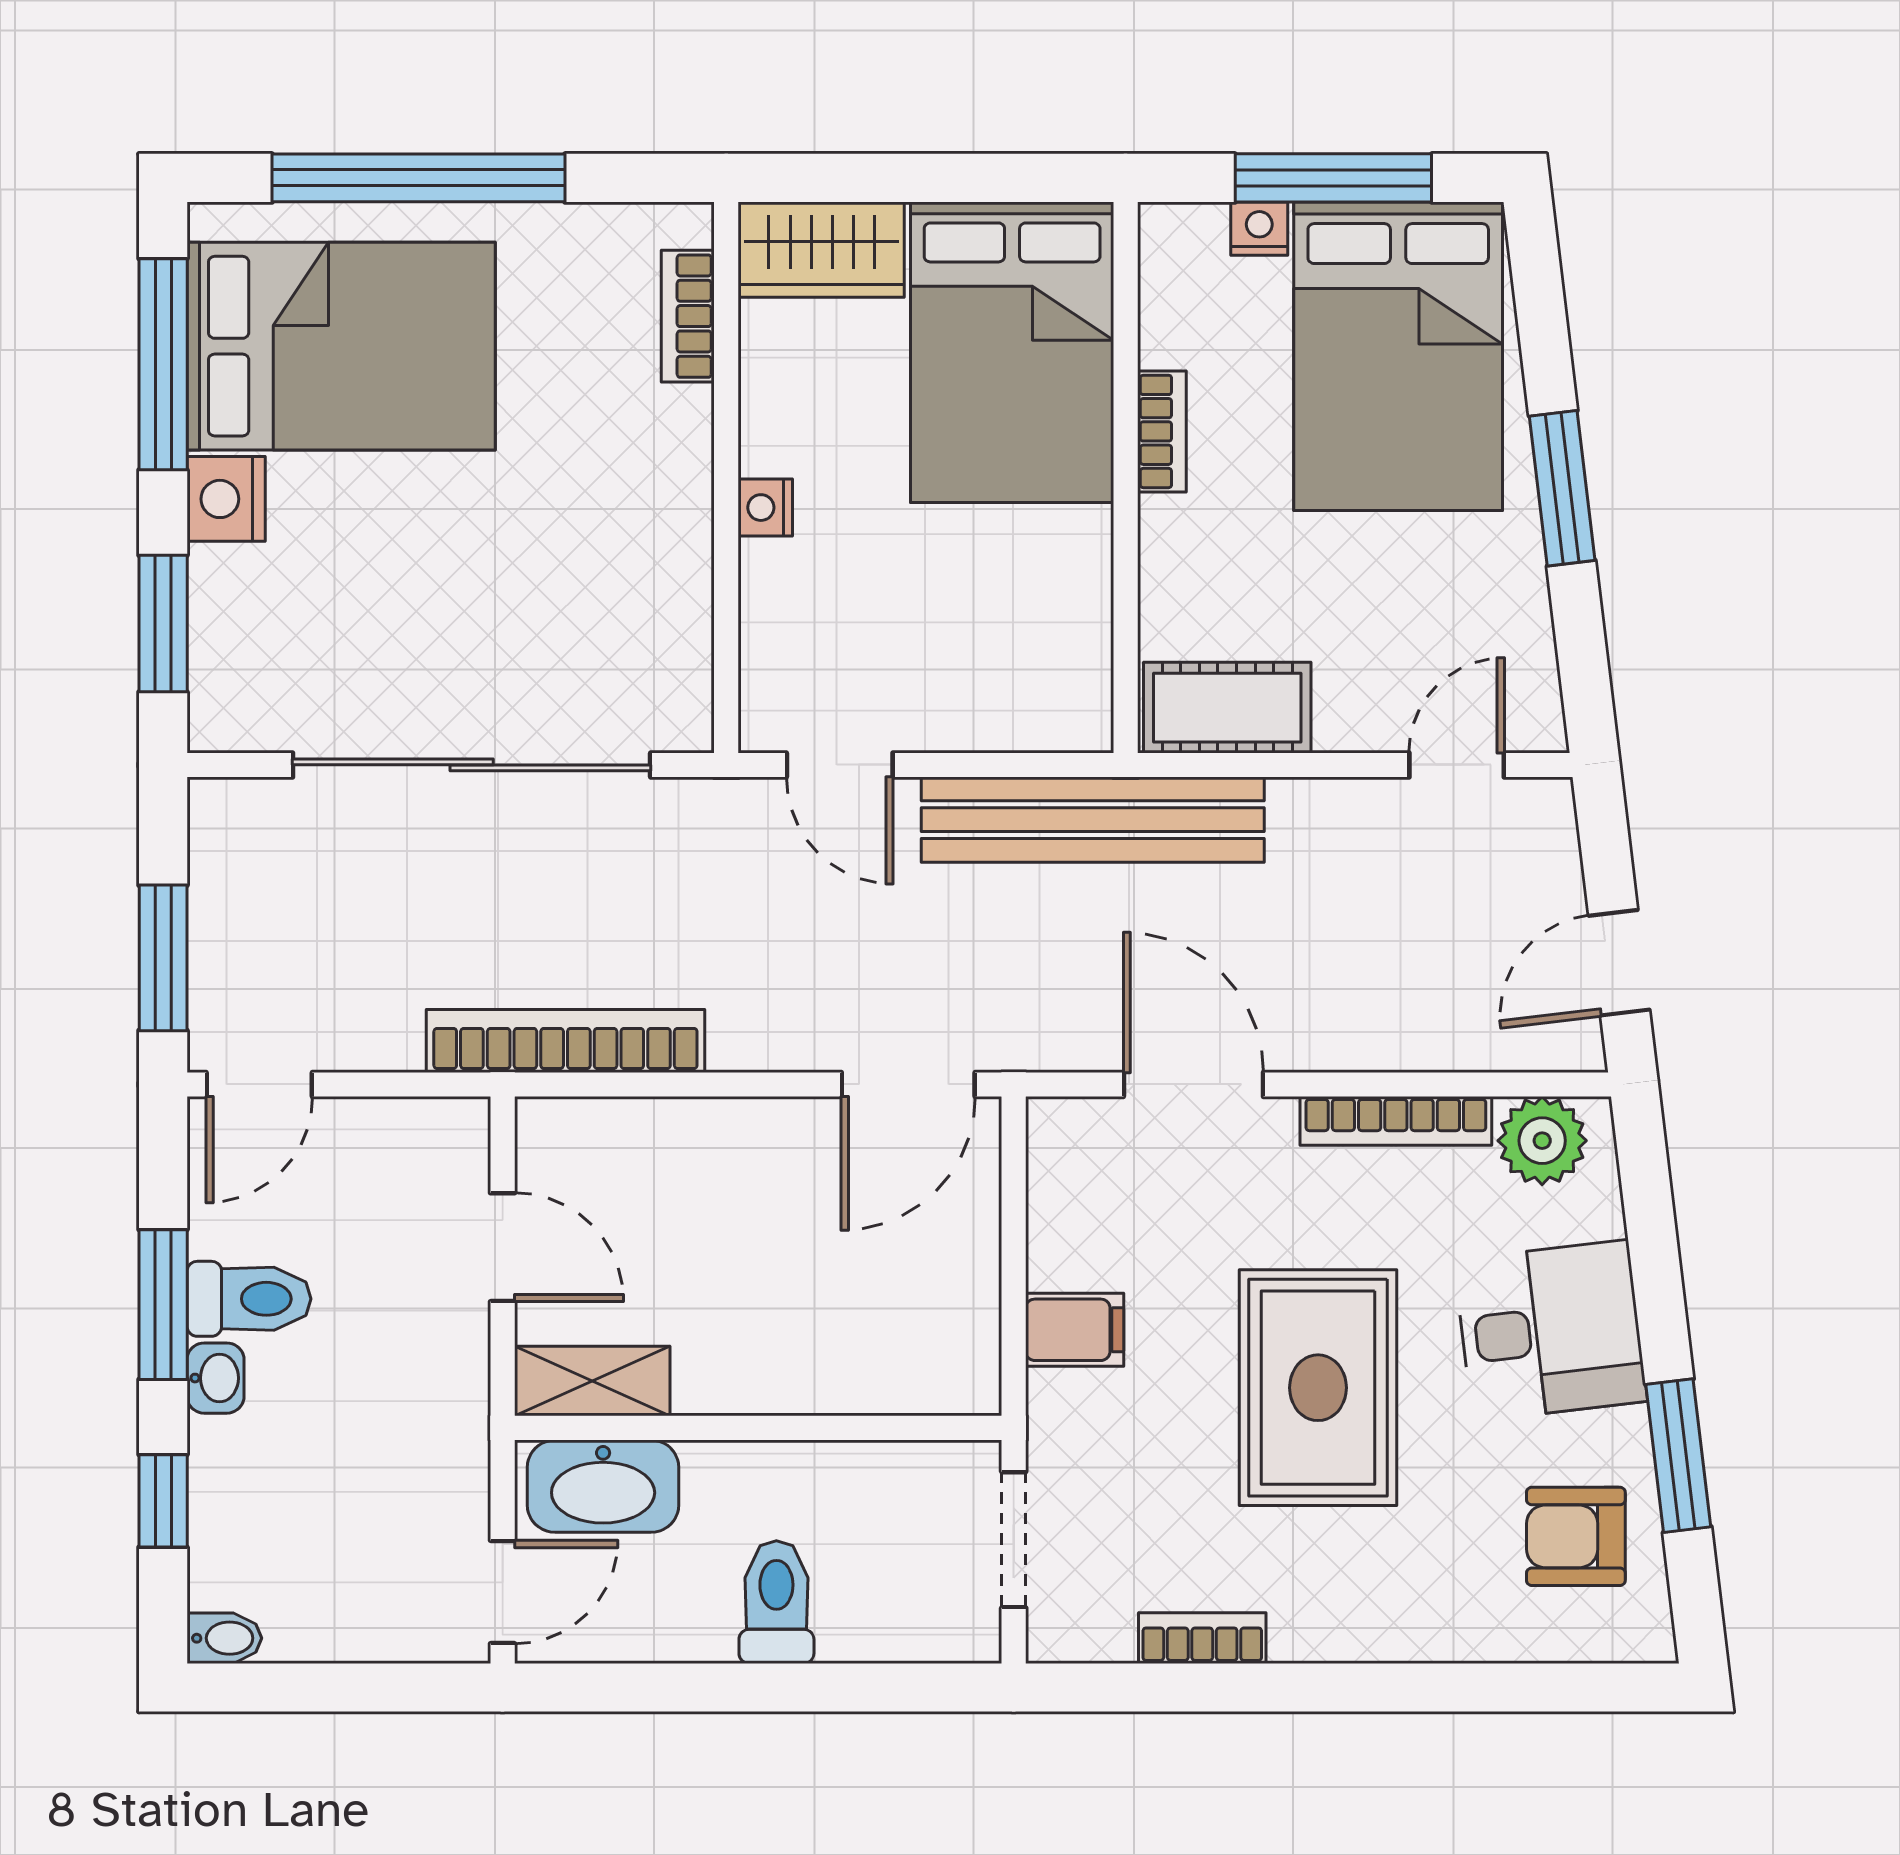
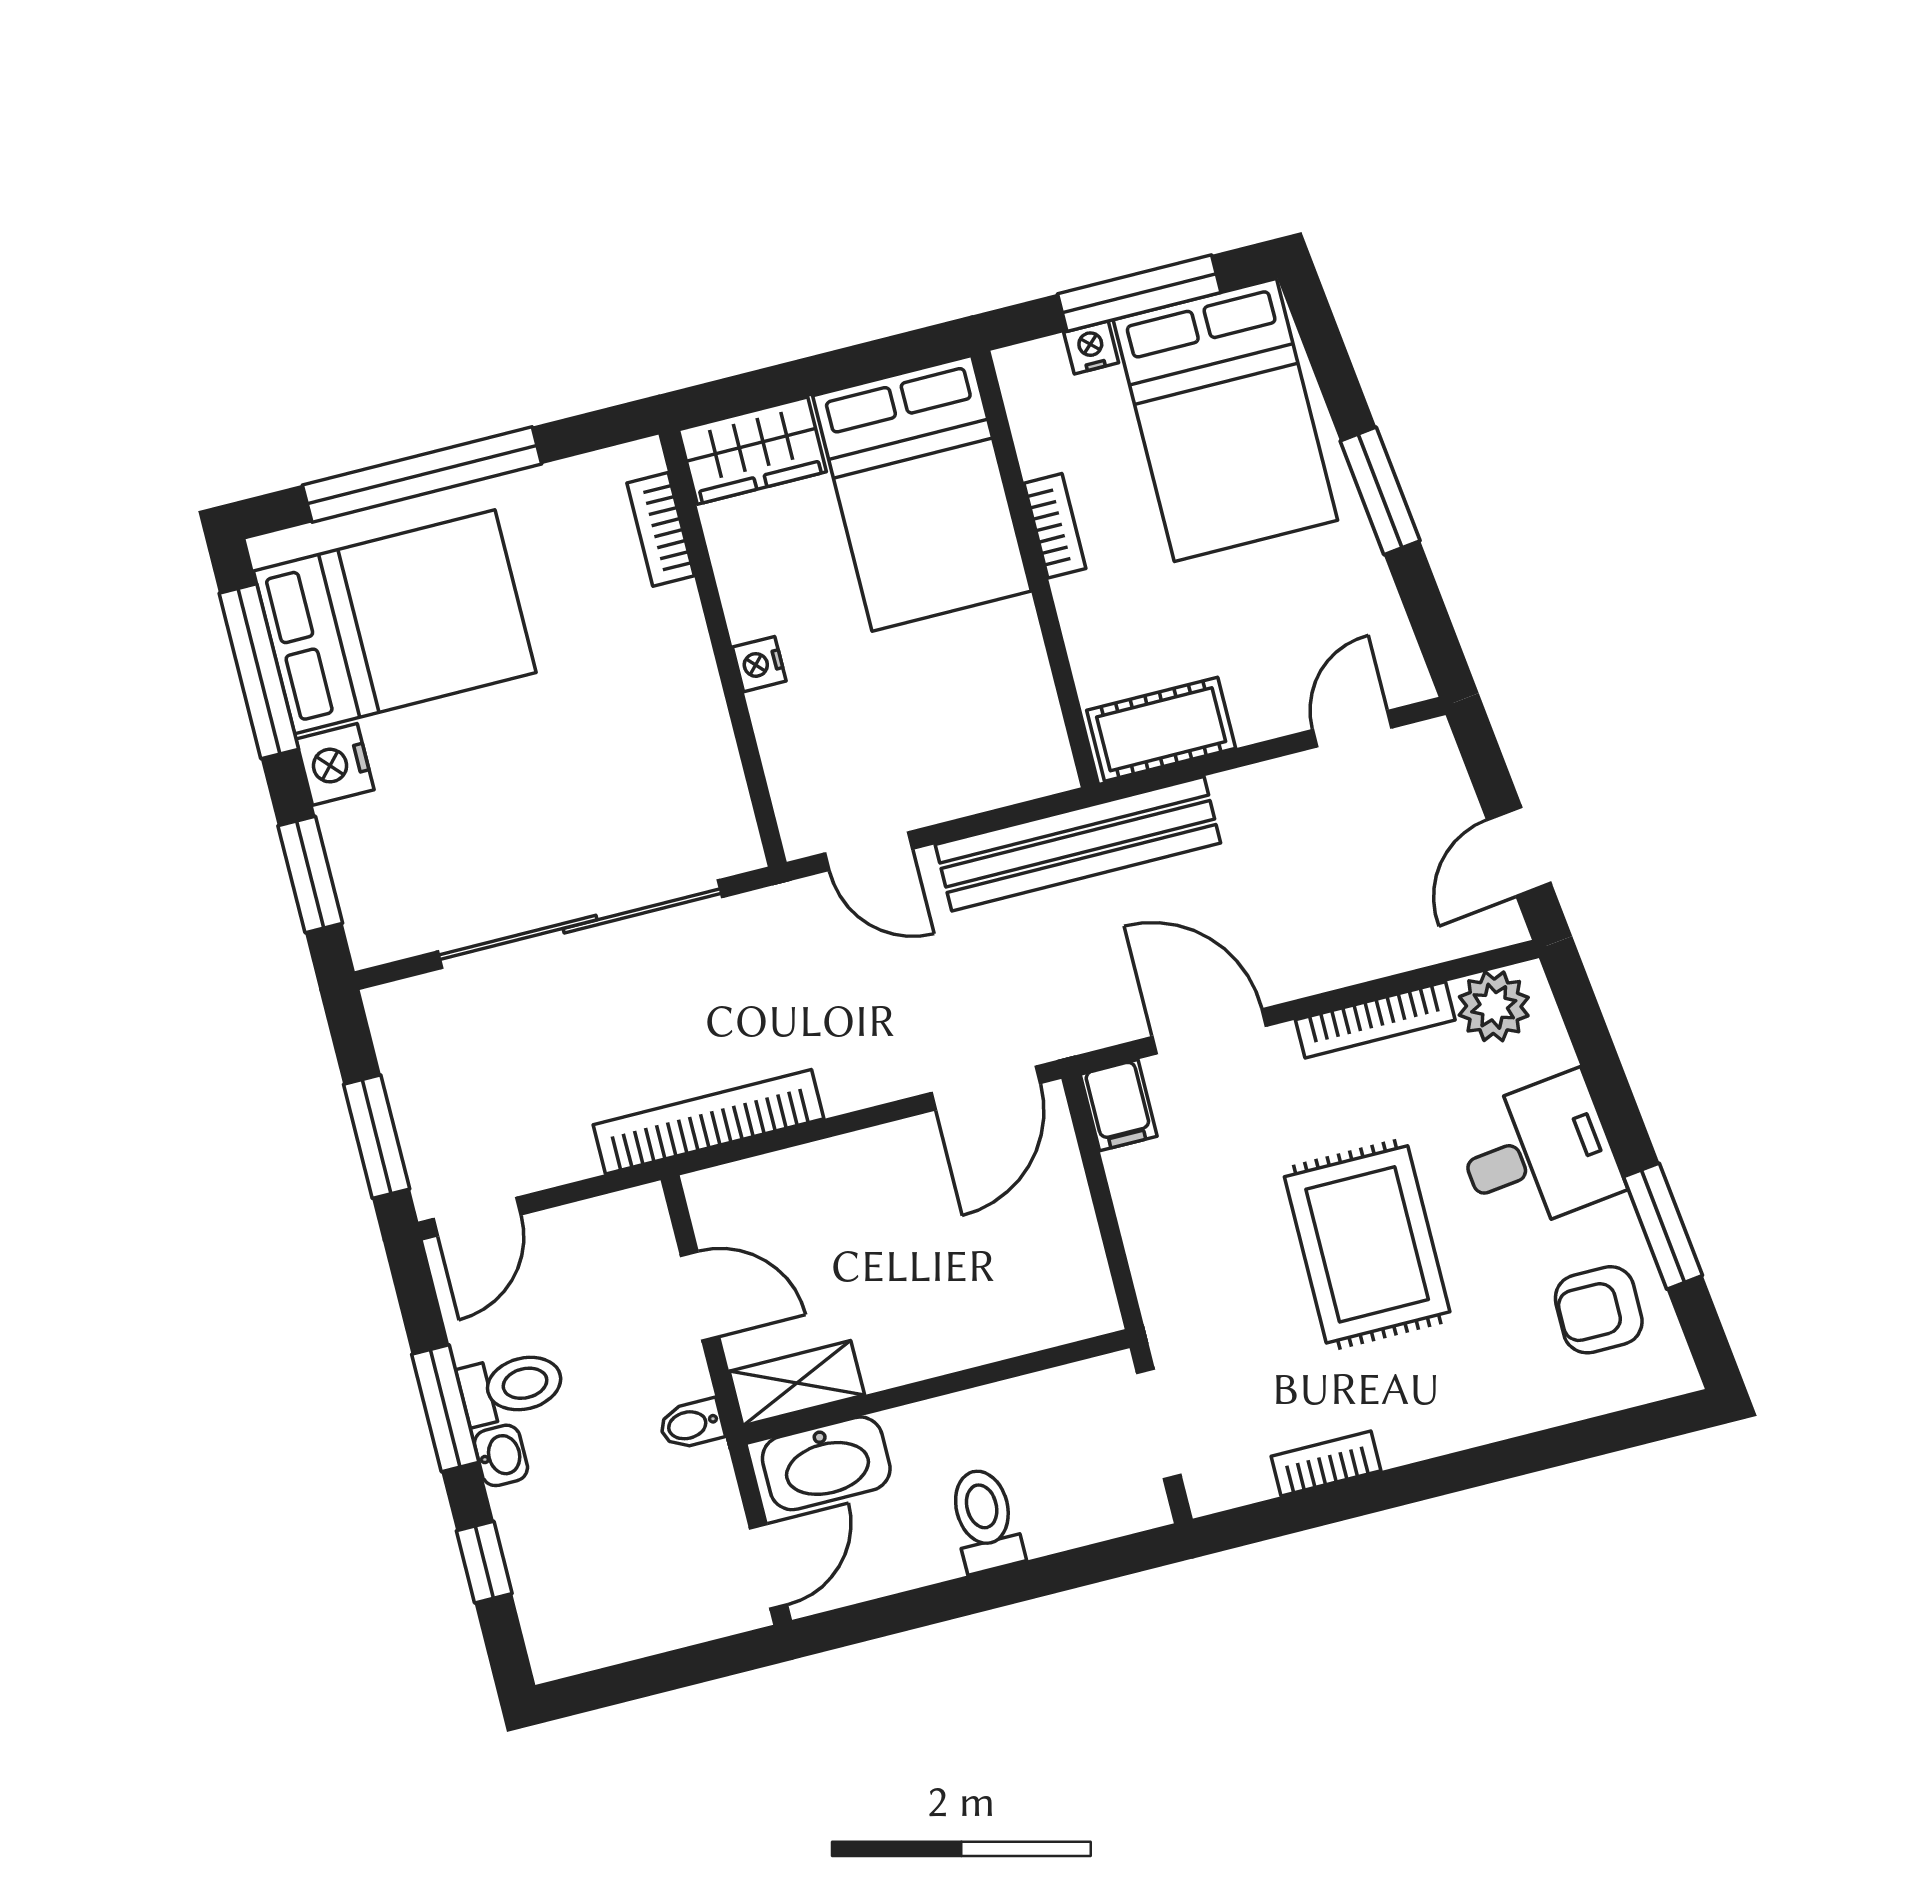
filing cabinet: (1075, 1330) -> (1119, 1105), moved, turned 90
bidet: (224, 1638) -> (691, 1424), moved, turned 180

